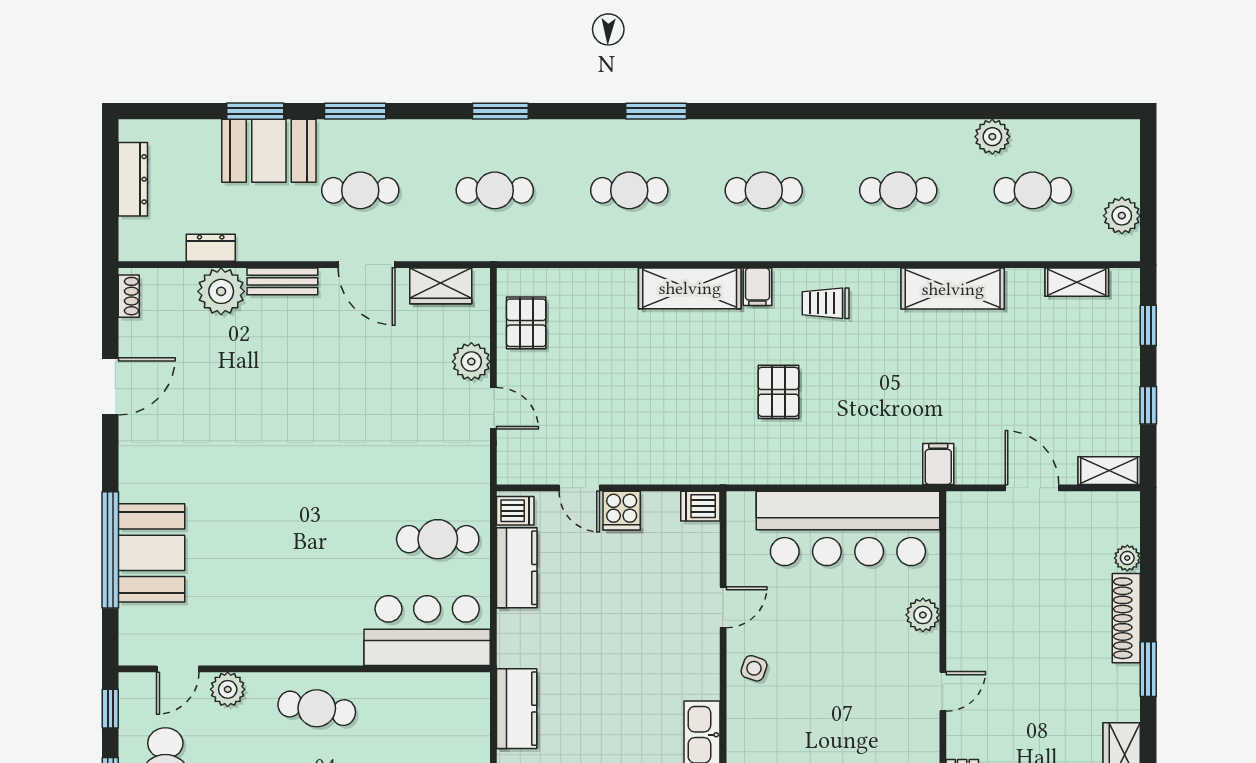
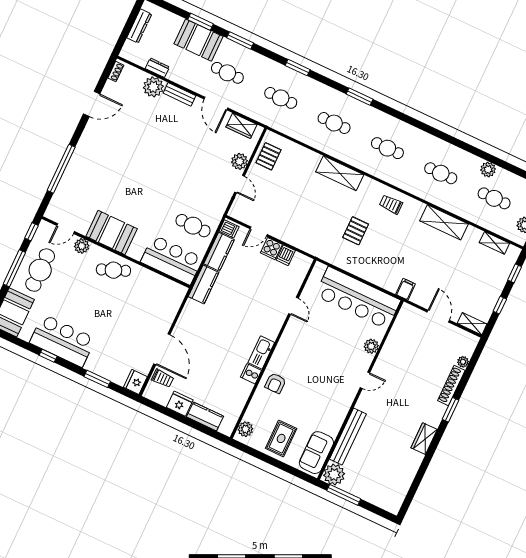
filing cabinet: (757, 287) -> (367, 185), removed
door: (579, 488) -> (259, 232), hinge flipped
dishwasher: (700, 506) -> (286, 255), moved, turned -90
booth: (151, 553) -> (112, 233), moved, turned 90
door: (723, 607) -> (293, 306), hinge flipped
side table: (754, 668) -> (294, 336), removed
cafe table: (317, 708) -> (113, 270), turned -31
kitchen counter: (517, 709) -> (204, 284), moved

